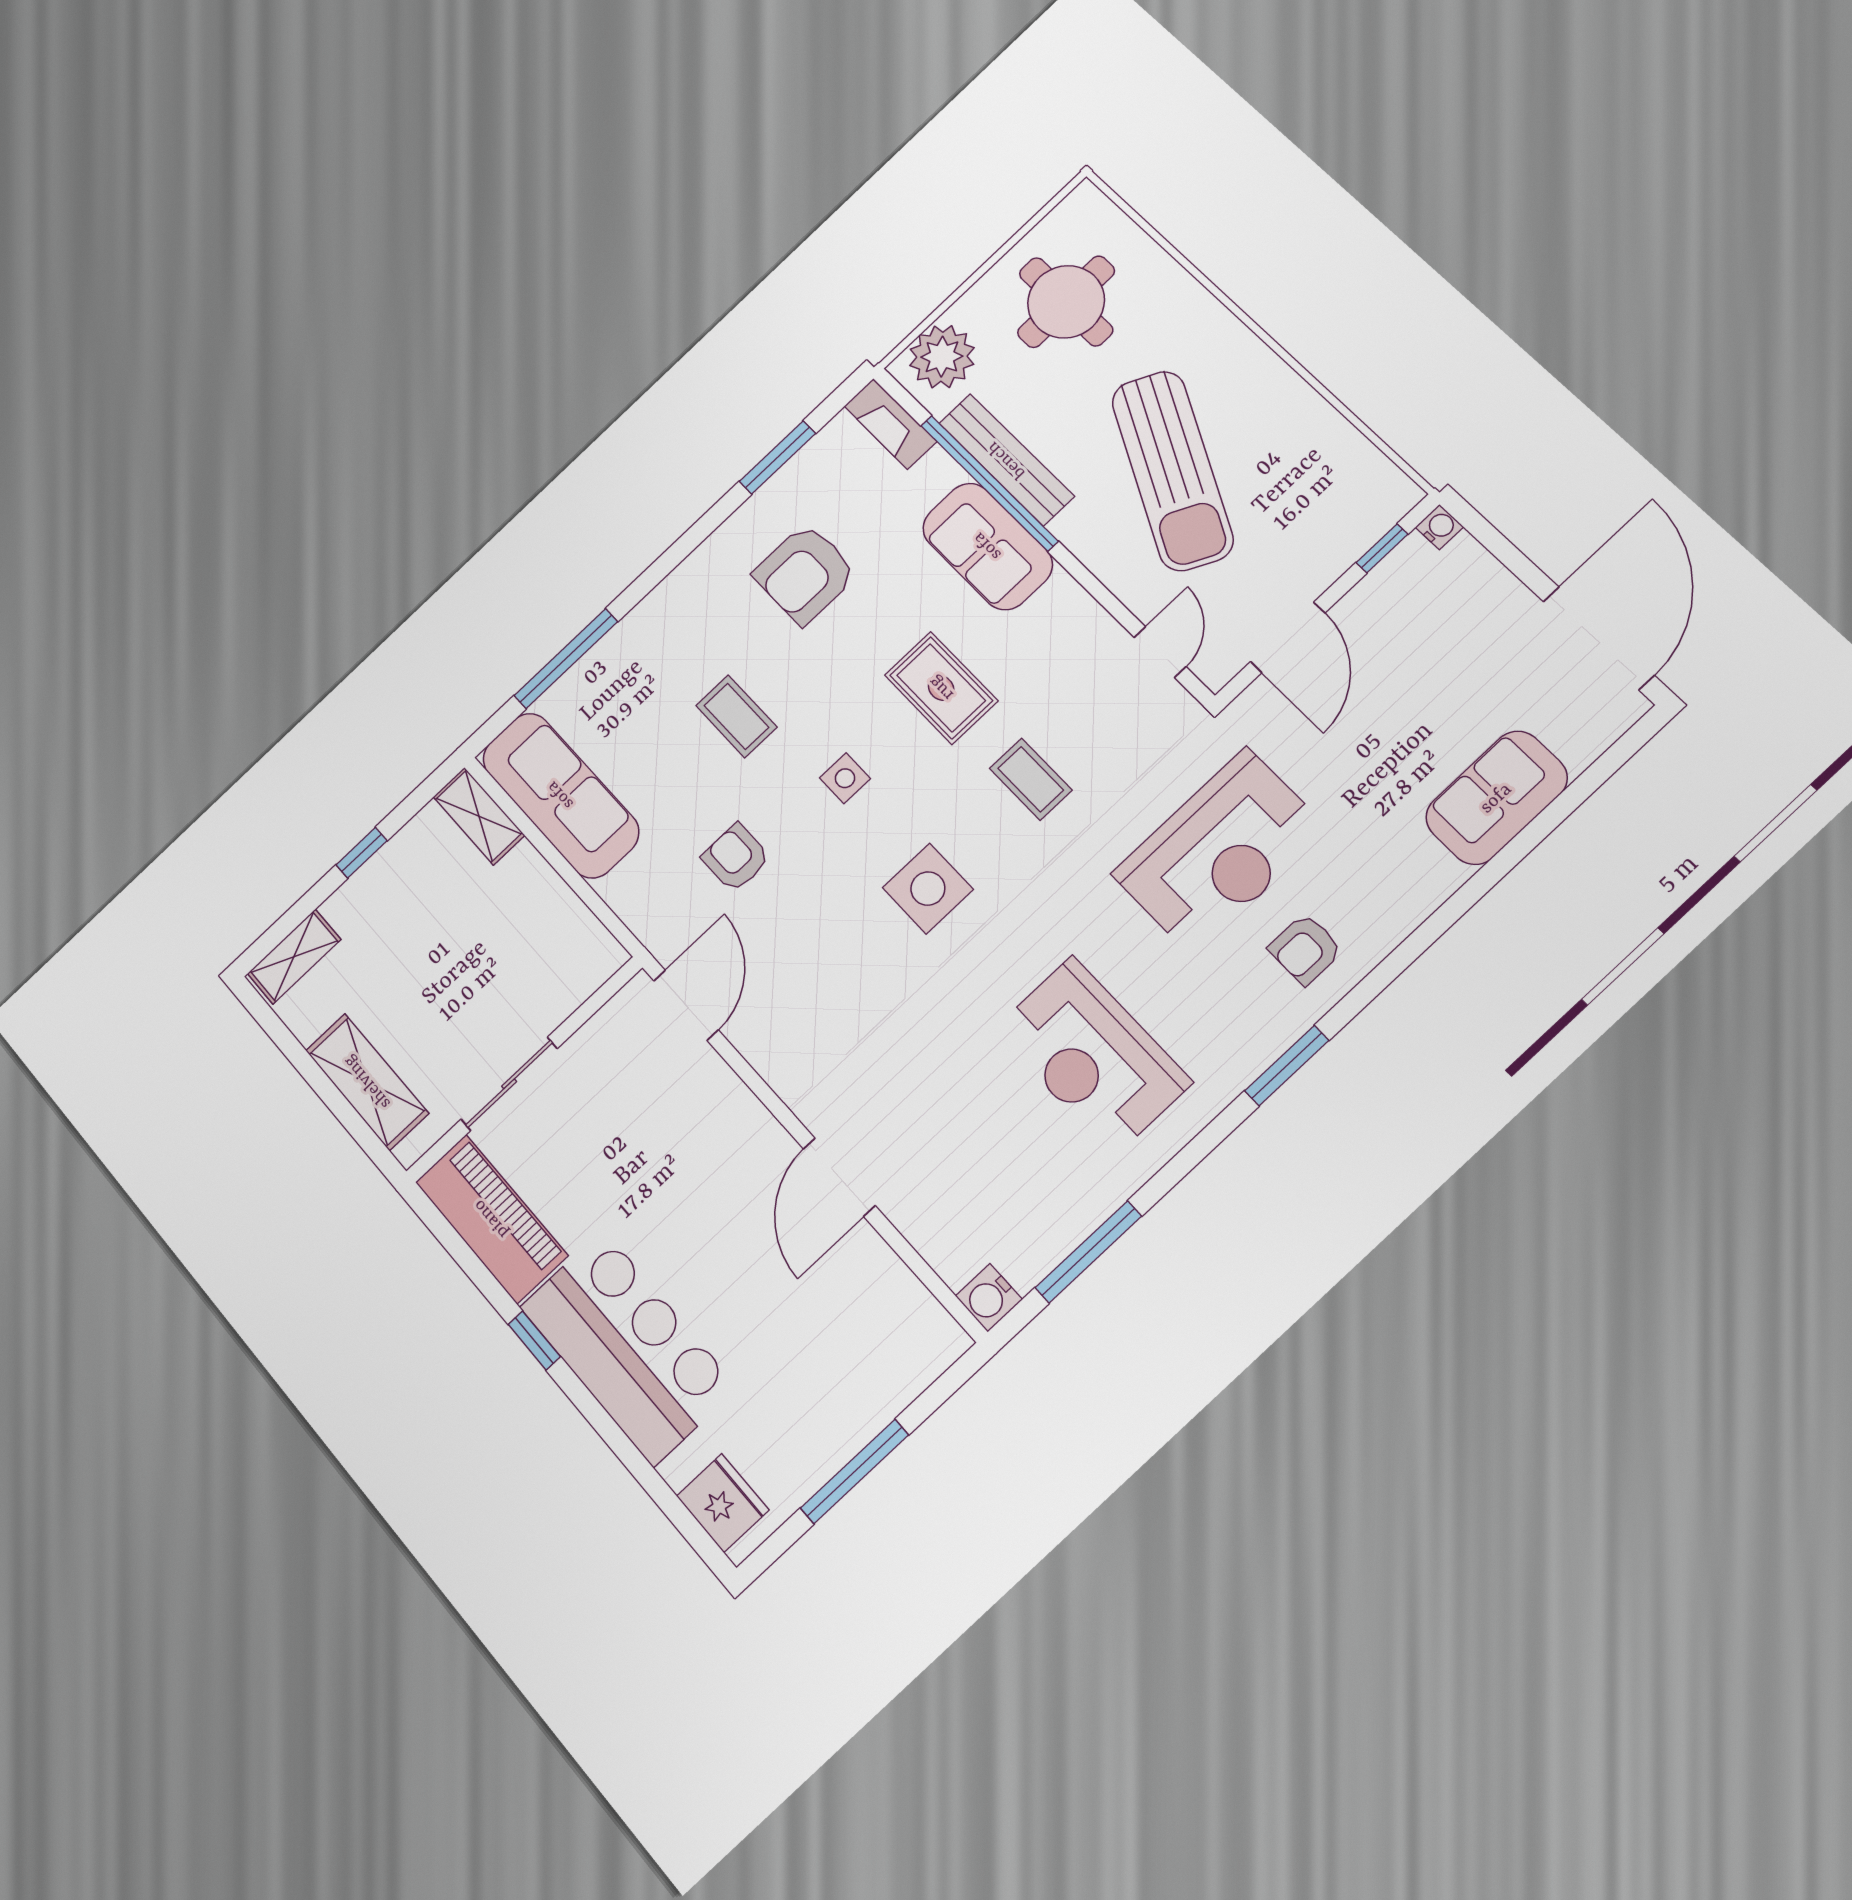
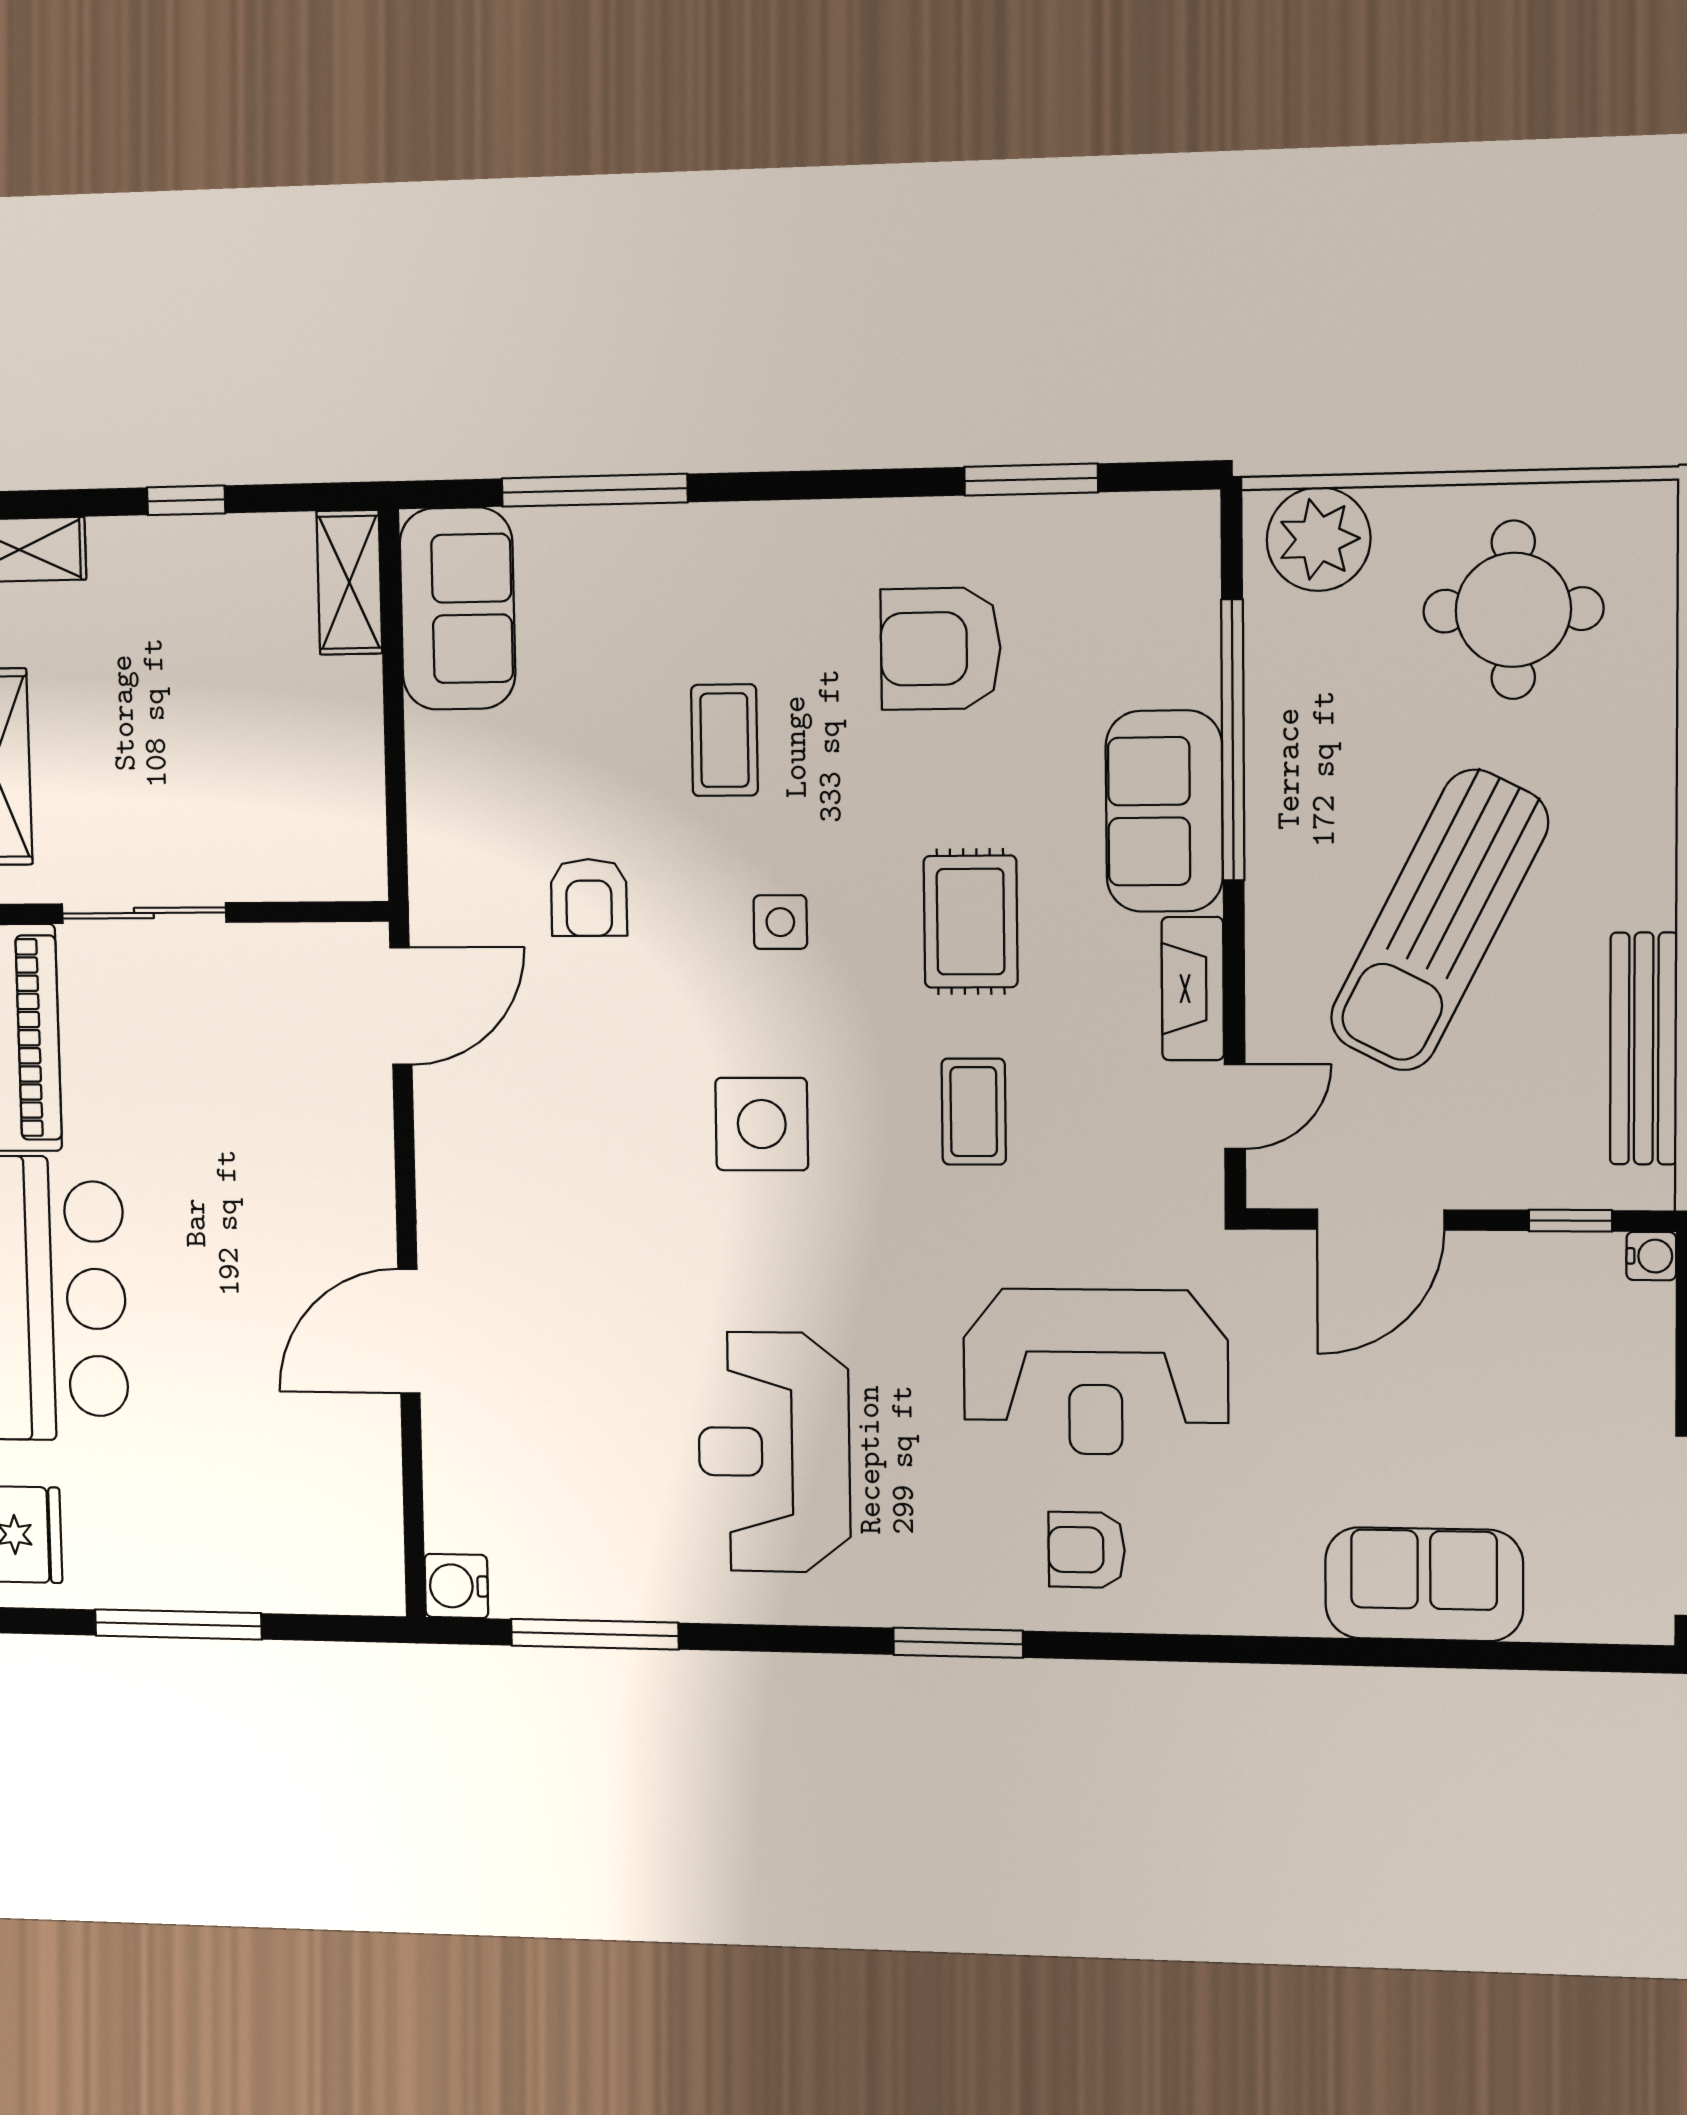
fireplace: (890, 424) -> (1193, 989), moved
bench: (1006, 460) -> (1644, 1049), moved
sofa: (560, 795) -> (457, 609), width x0.73
armchair: (736, 858) -> (589, 898), turned 180

